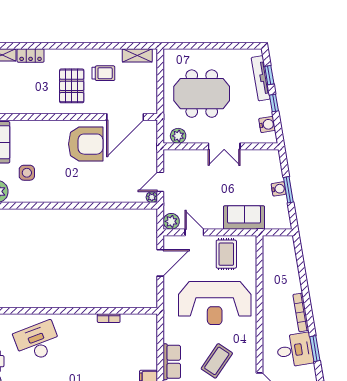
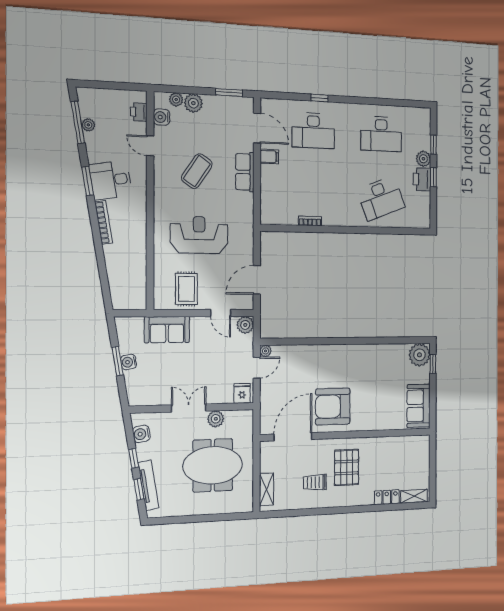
shelving: (137, 55) -> (267, 489), moved, turned 90
plant: (178, 136) -> (216, 419), moved
fridge: (174, 159) -> (242, 393), added
side table: (27, 173) -> (391, 375), removed
reception desk: (215, 303) -> (199, 235), width x0.74, depth x0.77

